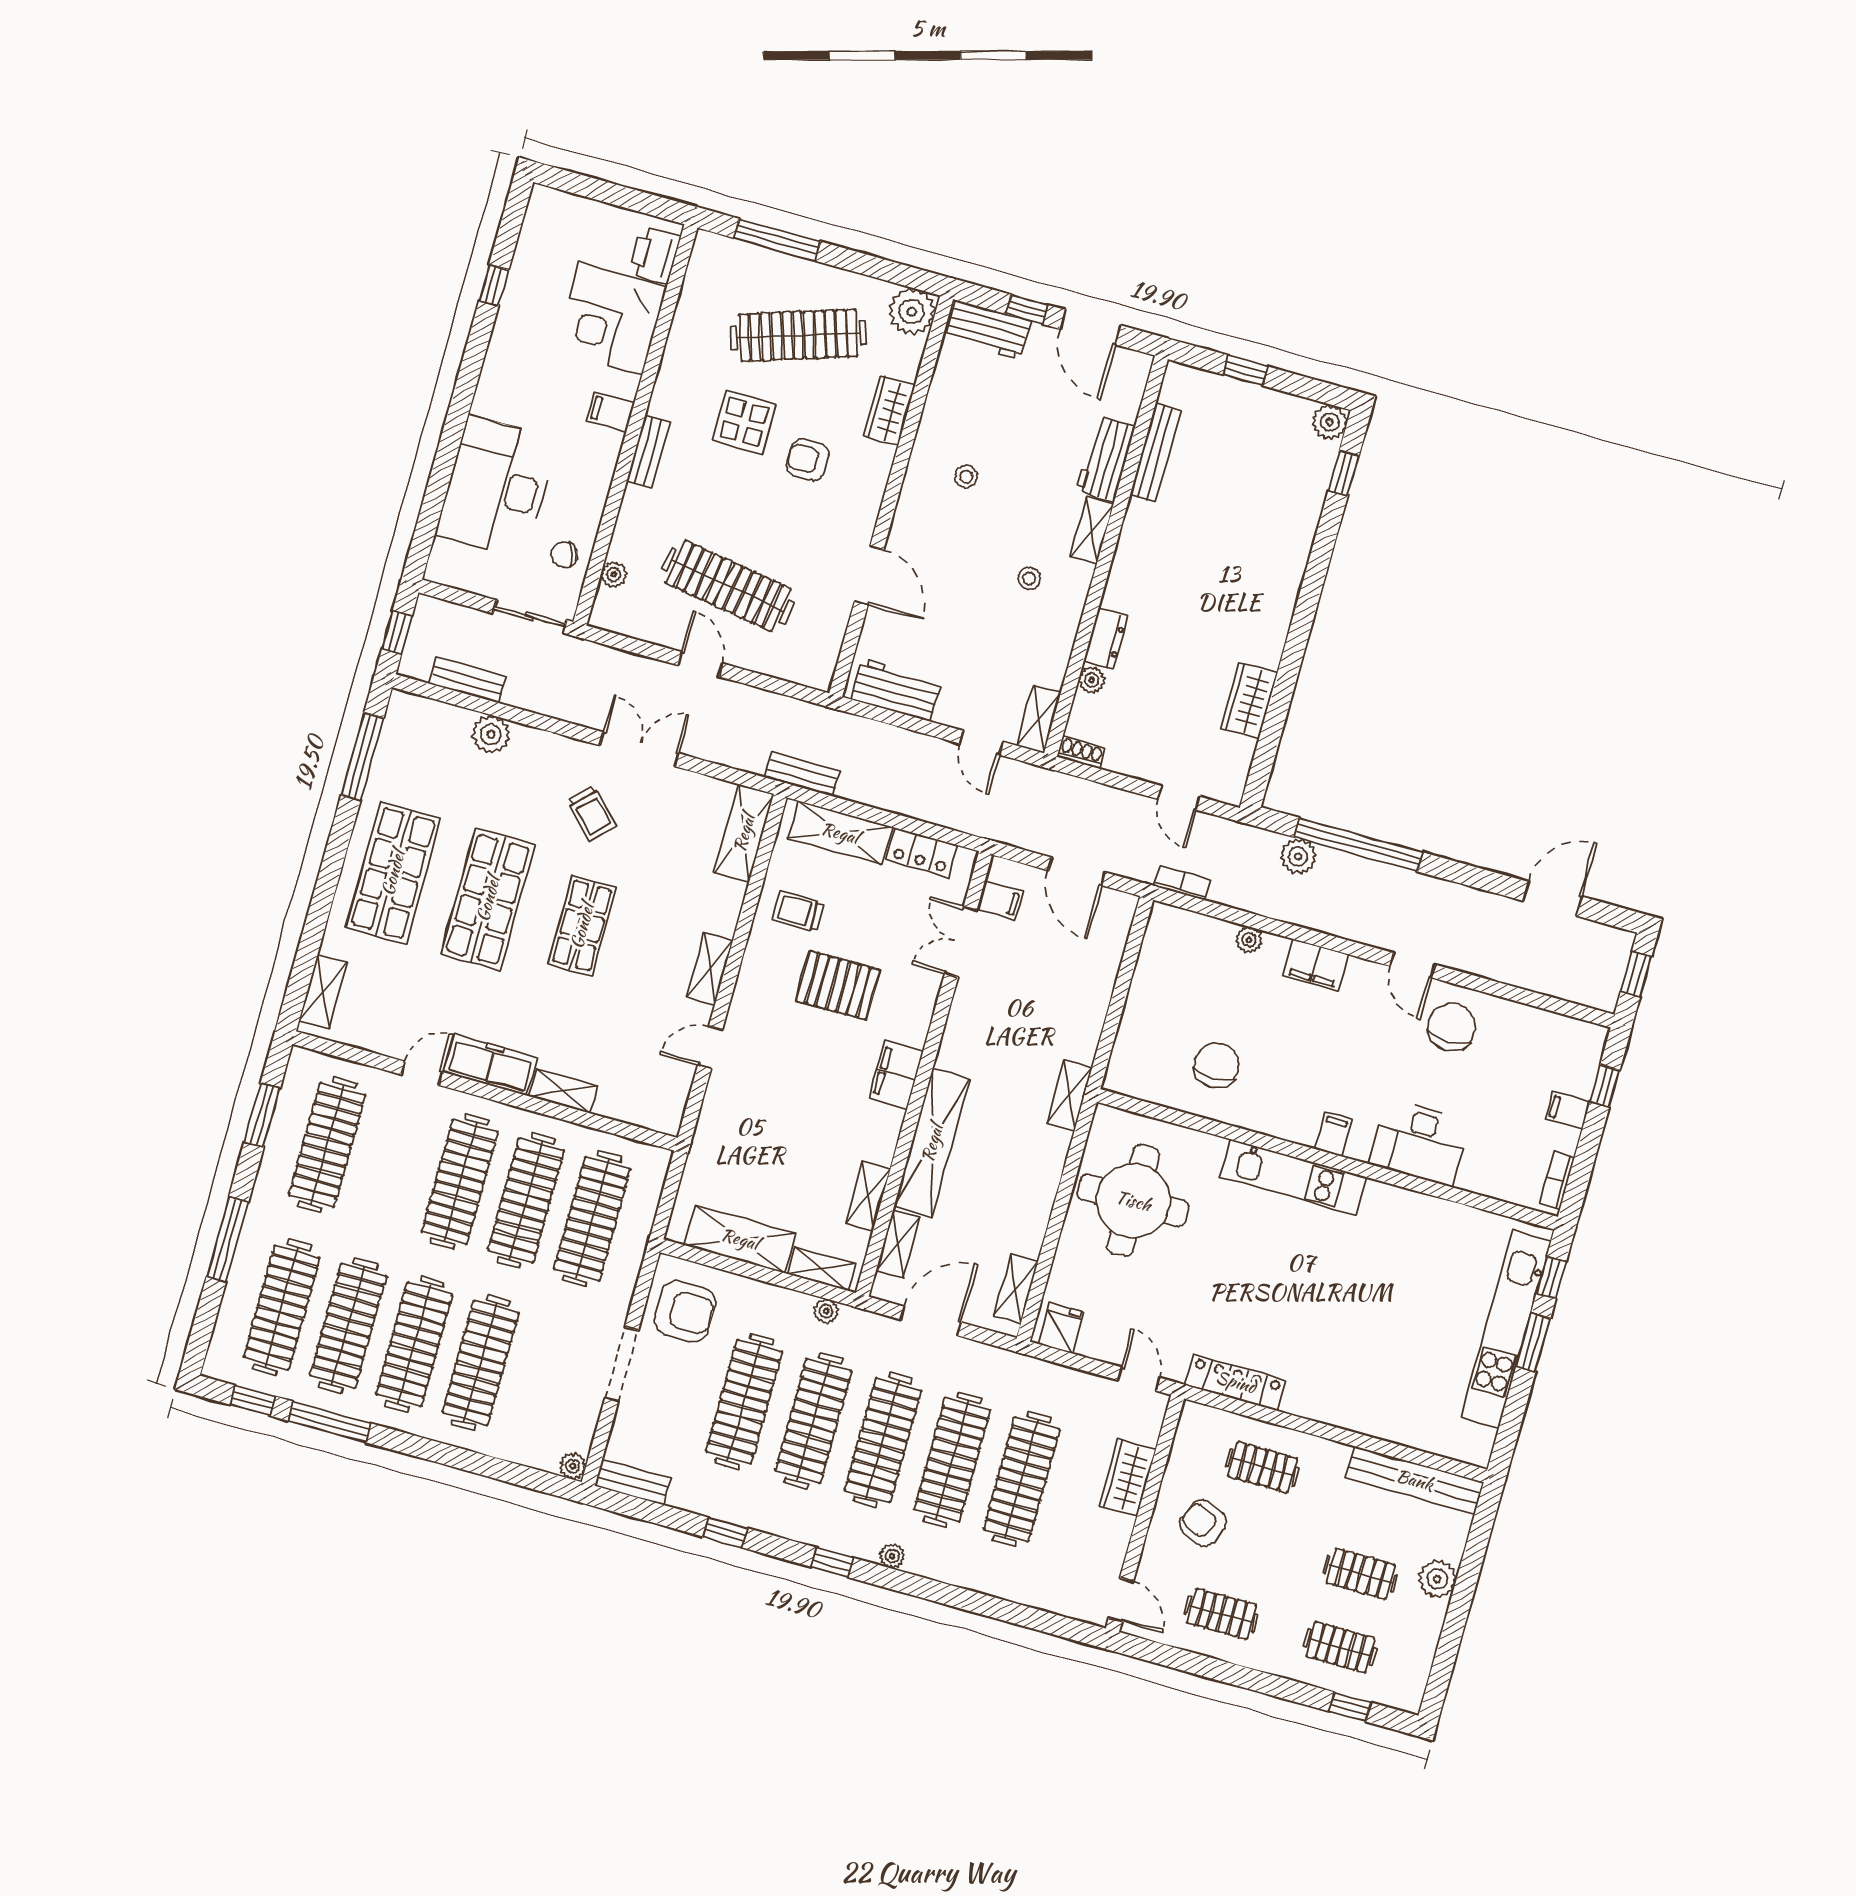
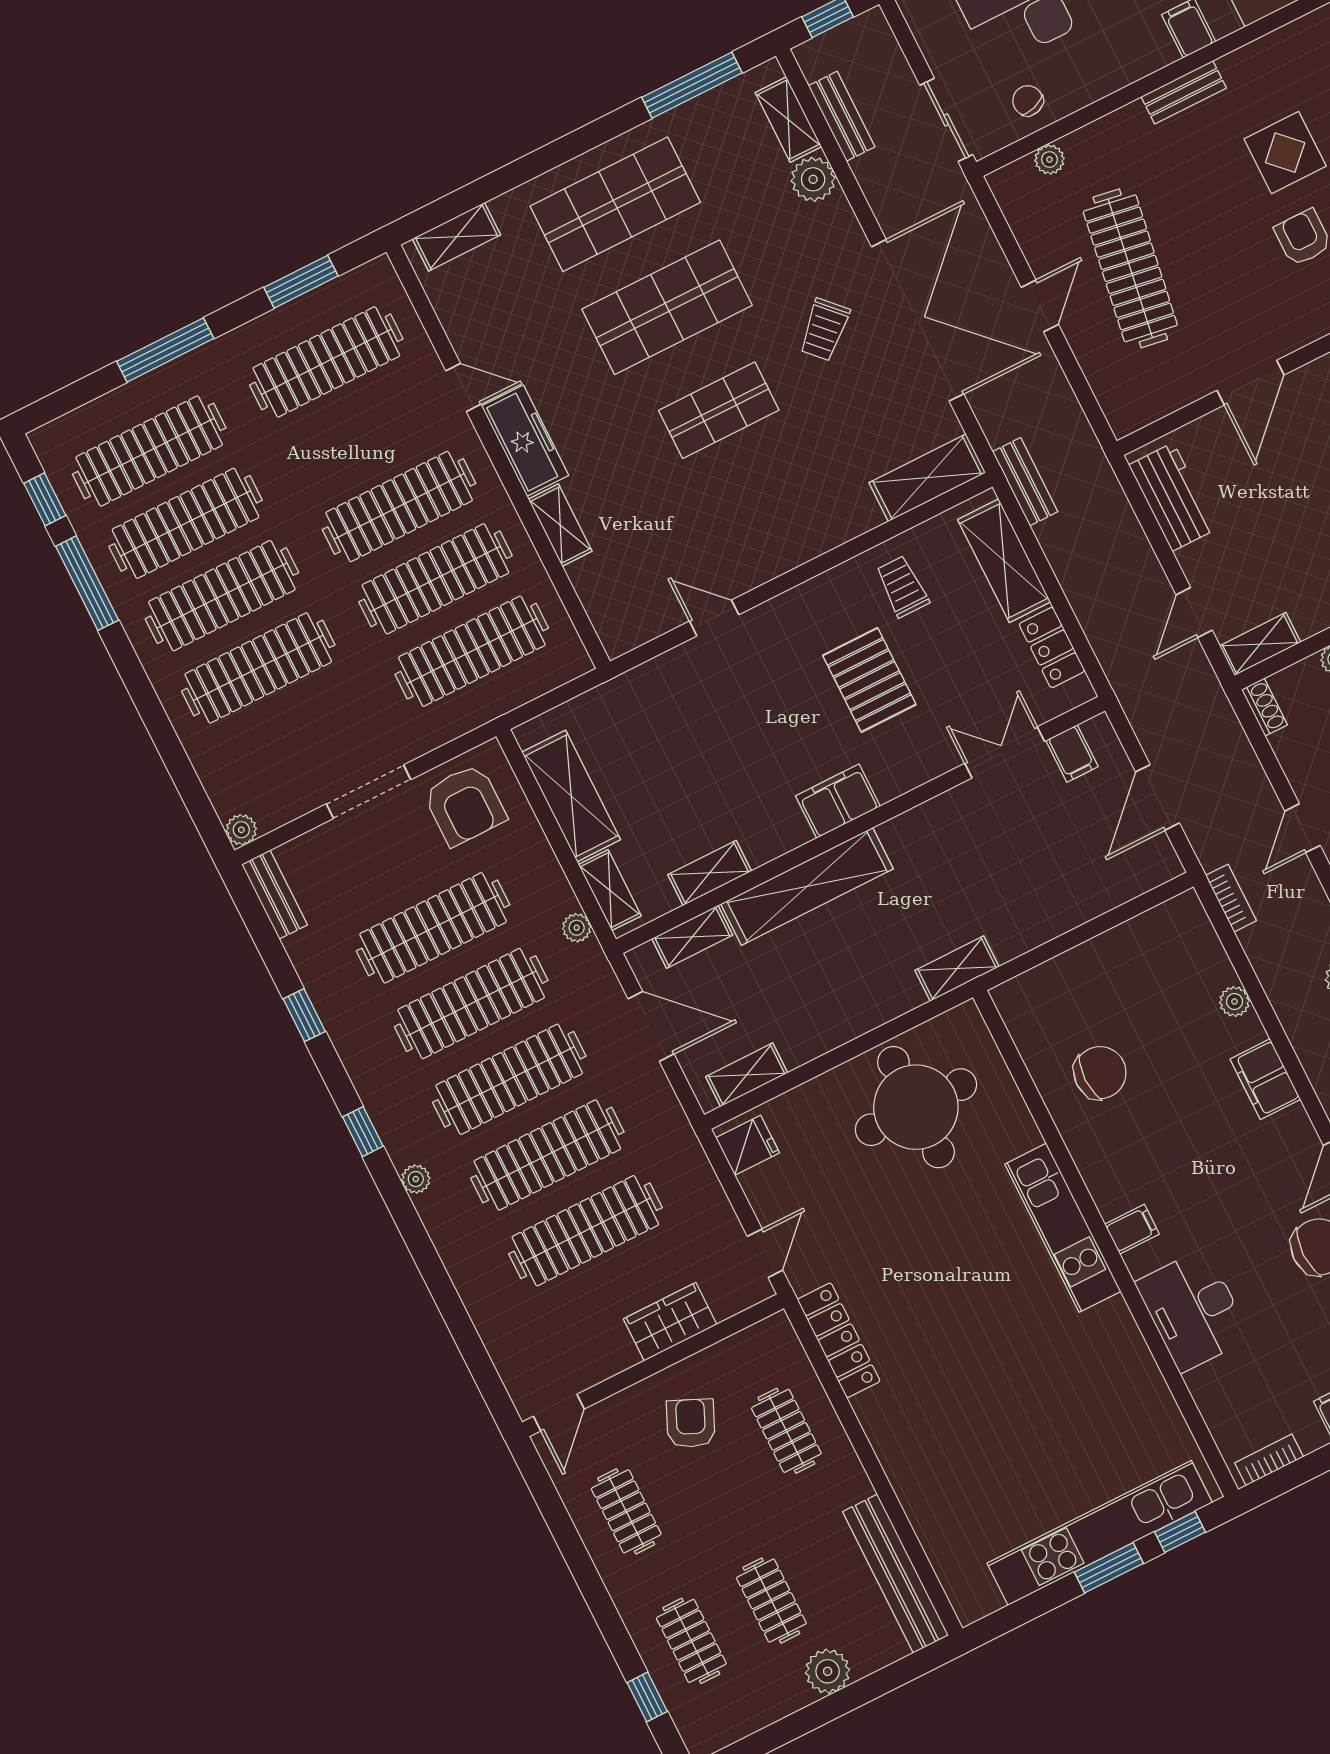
double door: (639, 749) -> (918, 320), width x1.87
shelving: (710, 969) -> (788, 120), moved, turned 90

